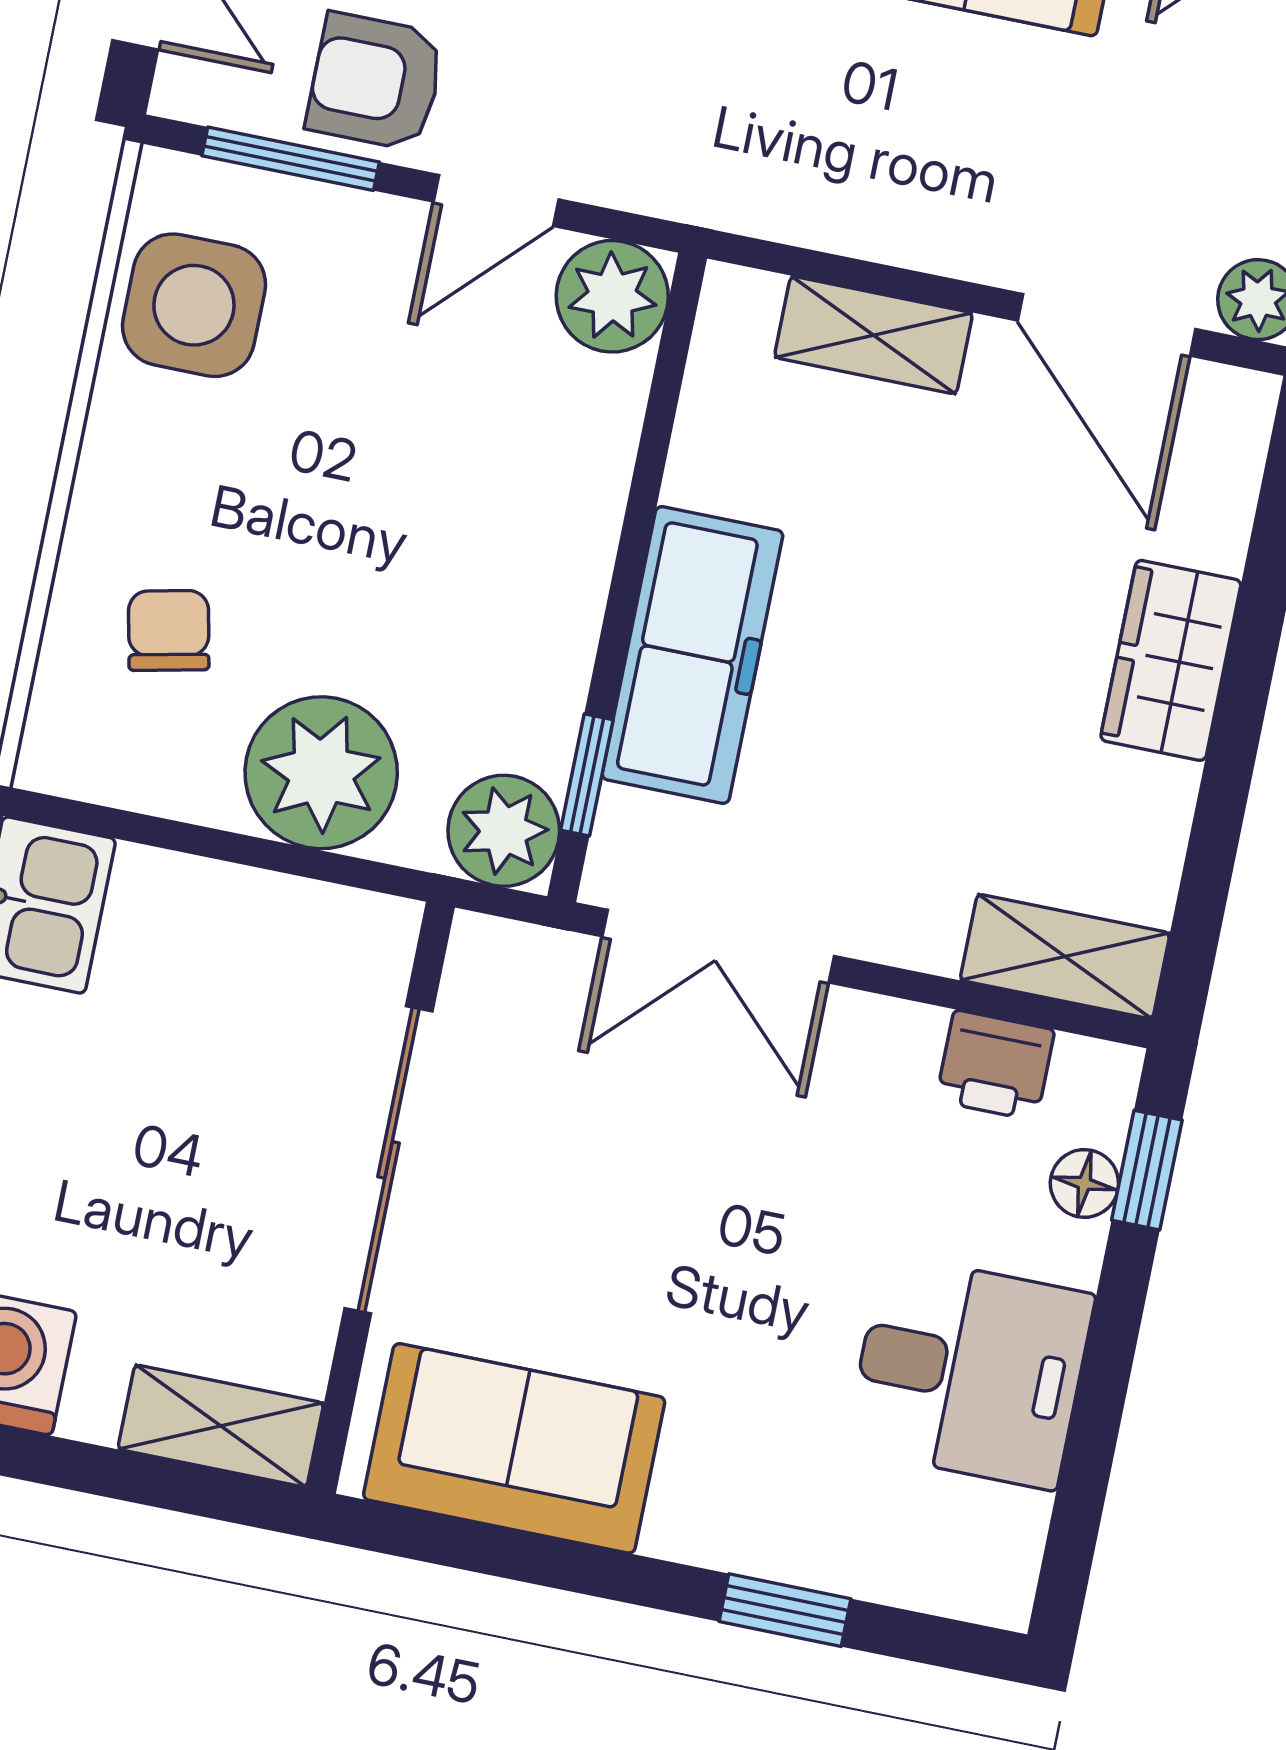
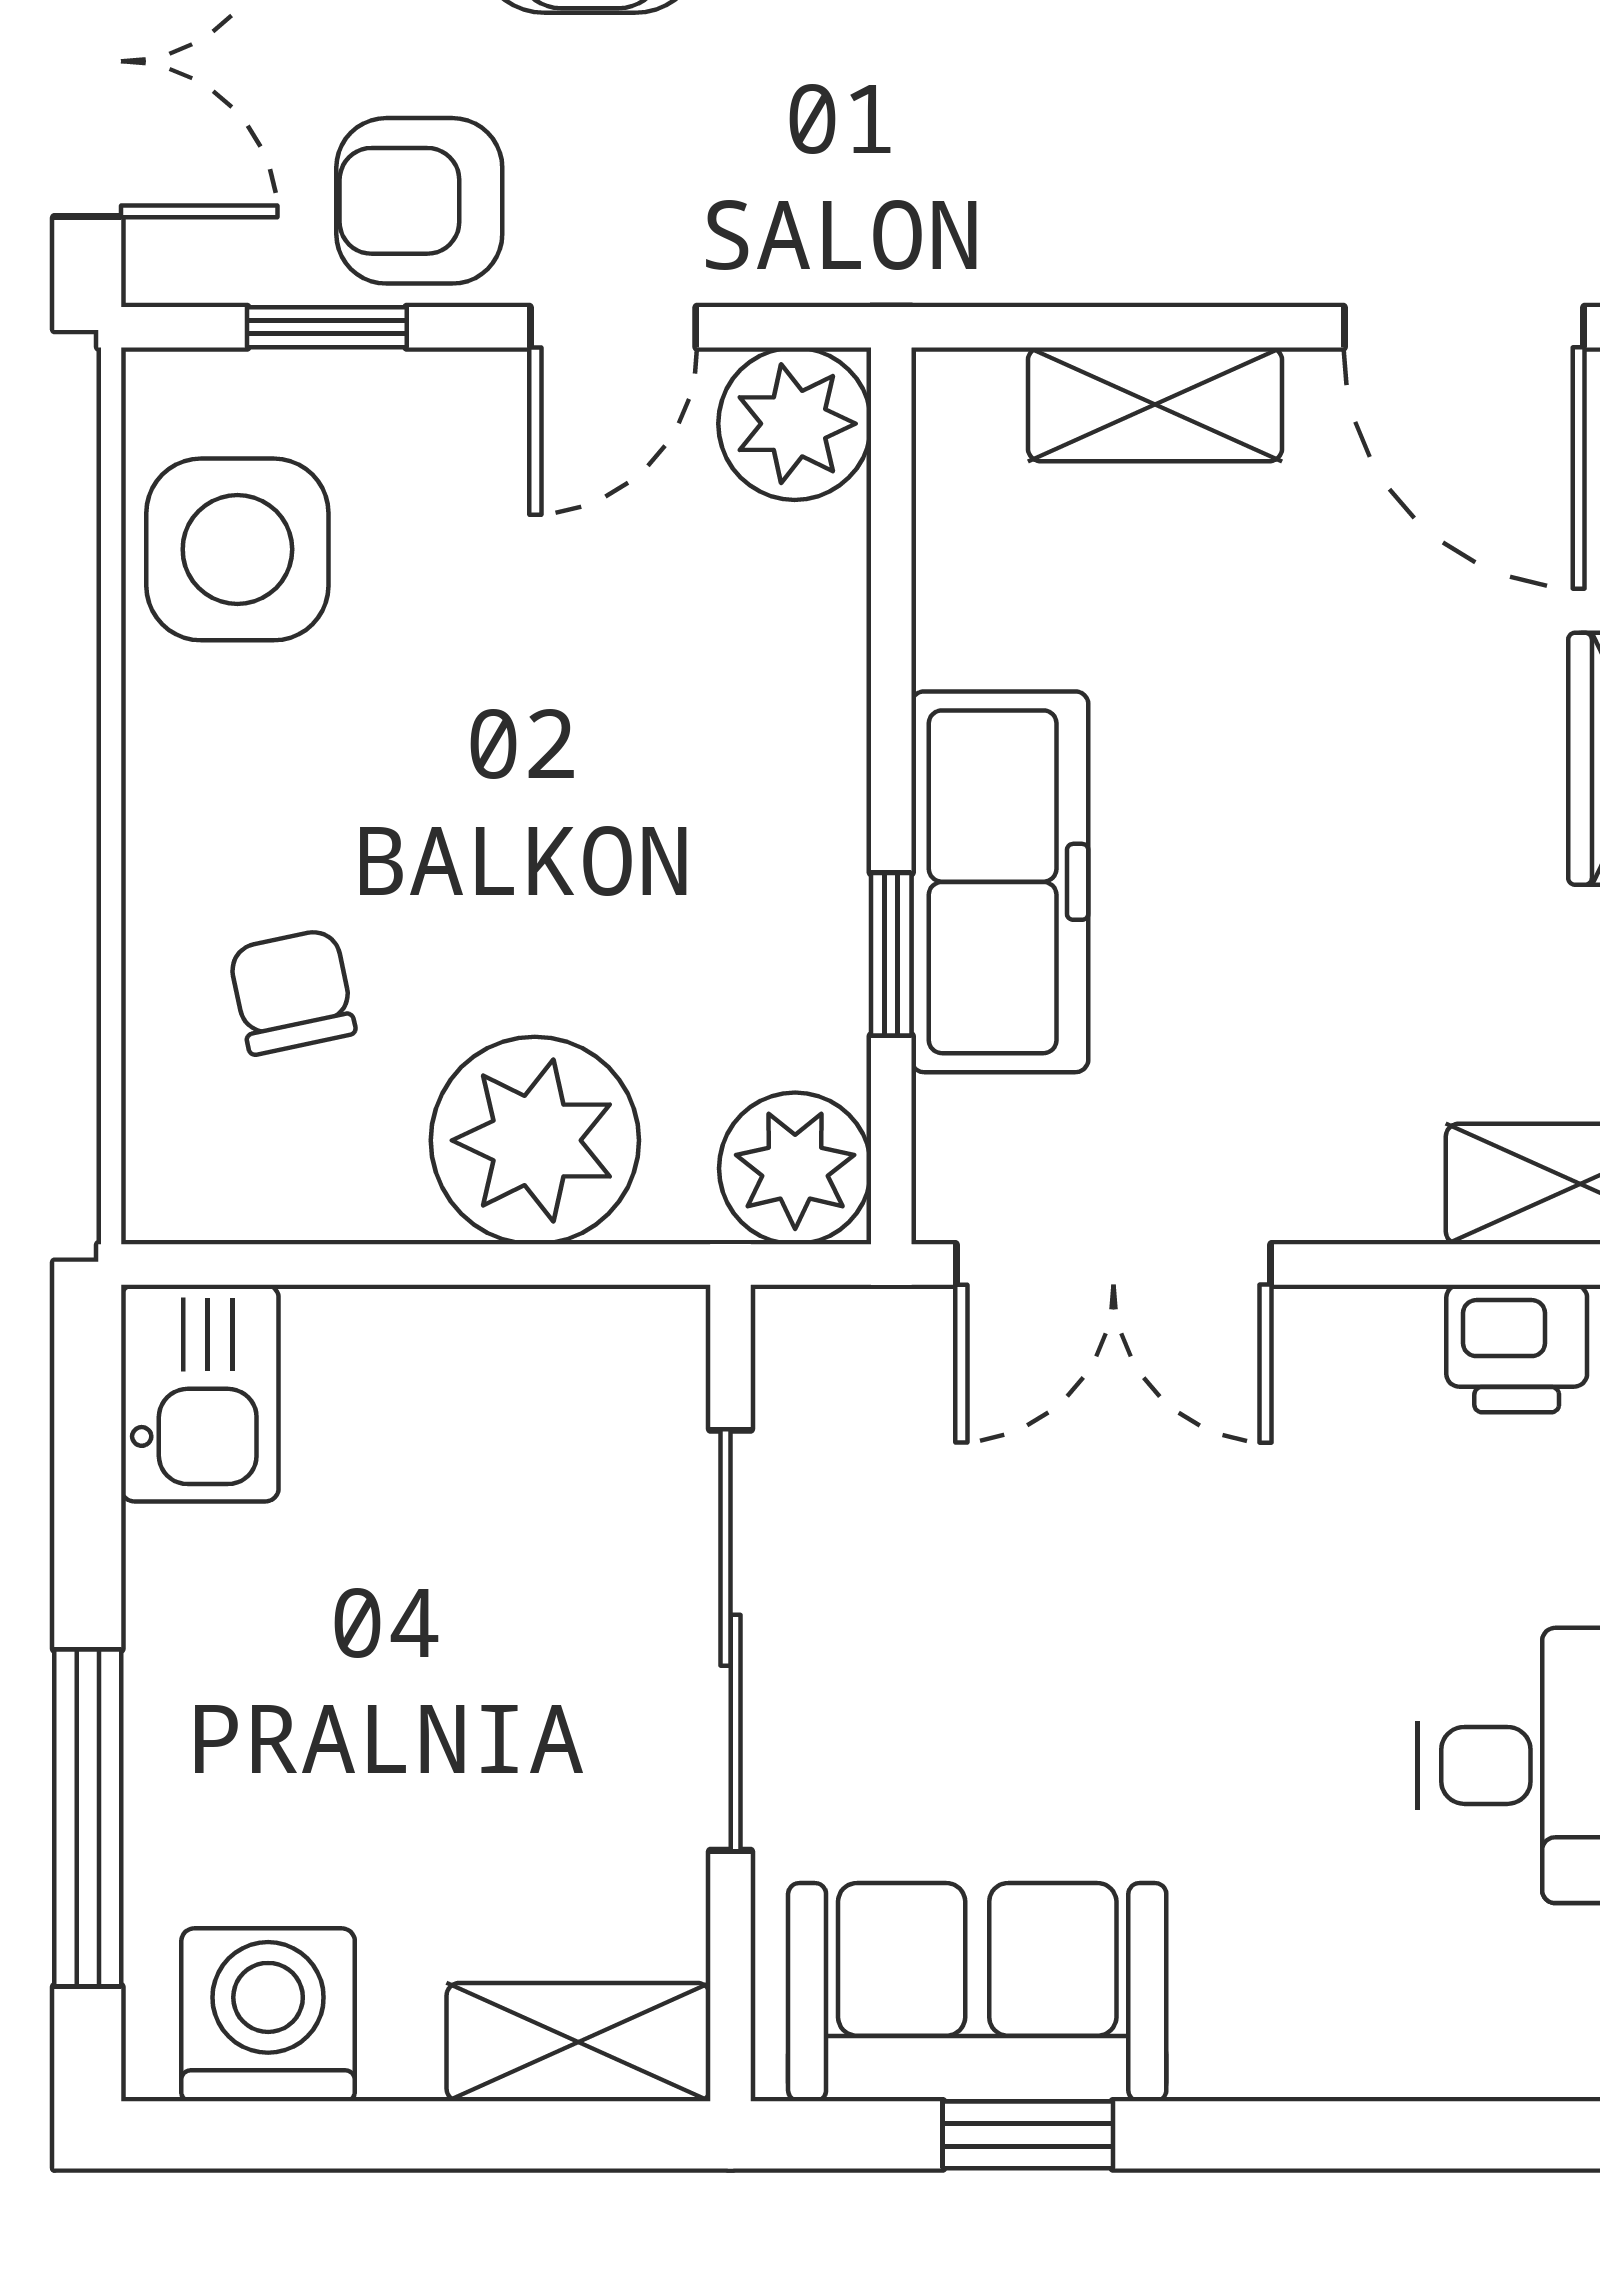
window: (291, 159) -> (327, 327), width x0.67
window: (587, 775) -> (891, 954), moved
window: (785, 1610) -> (1028, 2135), moved

